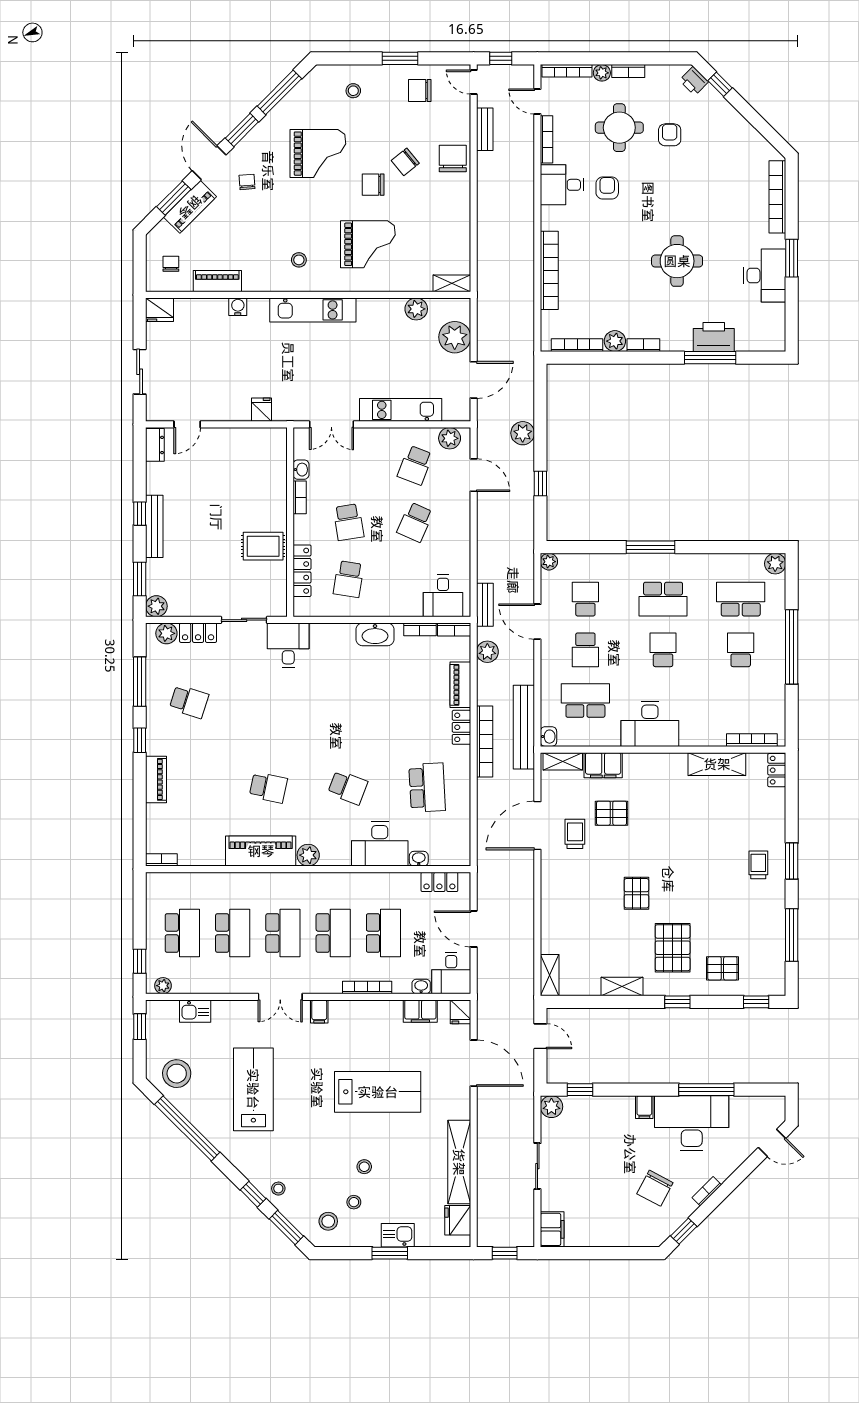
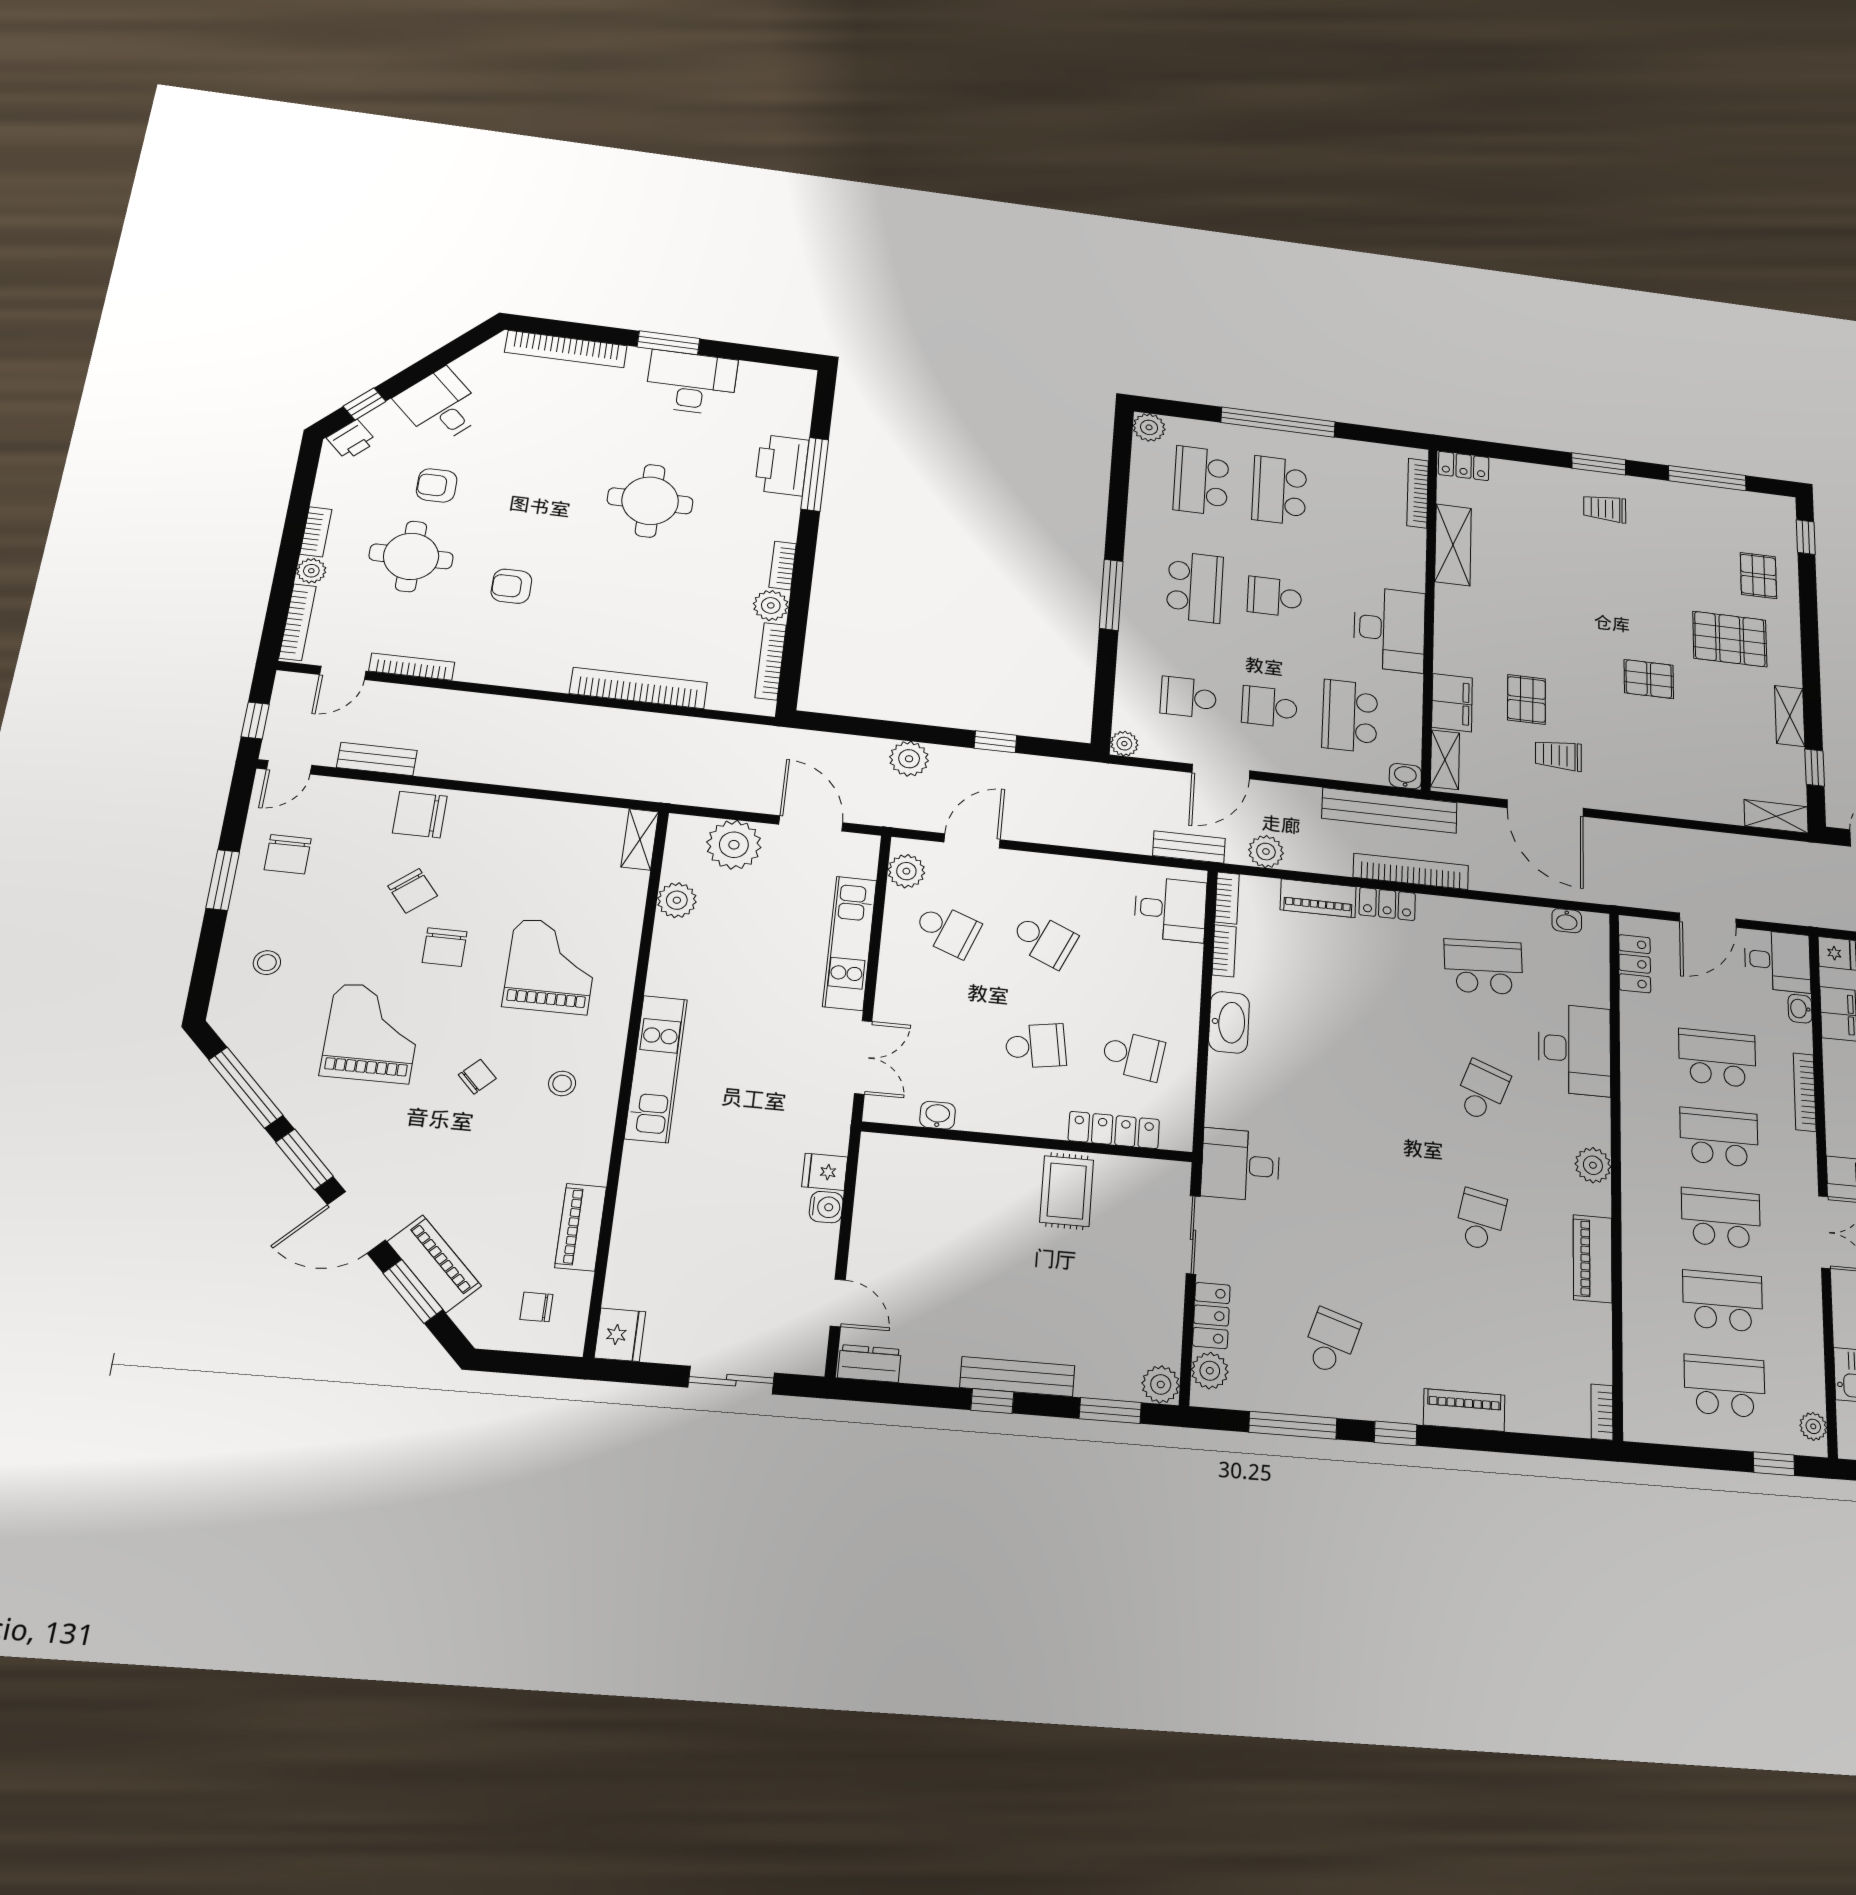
chair: (247, 182) -> (477, 1077), moved, turned 140
desk: (562, 185) -> (441, 406), moved, turned 135
water cooler: (238, 307) -> (826, 1207), moved, turned 180
bookcase: (300, 497) -> (986, 1122), removed
school desk: (585, 650) -> (1269, 707), turned 180
school desk: (741, 650) -> (1279, 491), width x1.85
piano: (261, 851) -> (1593, 1259), width x0.73, depth x0.75
washbasin: (419, 859) -> (1567, 921), moved, turned -90
window: (677, 1002) -> (1815, 768), moved

